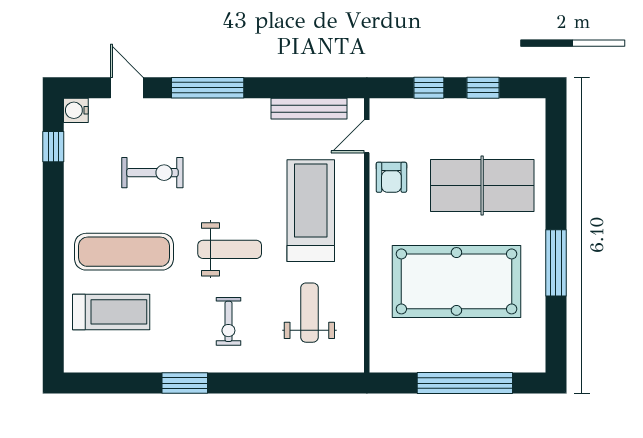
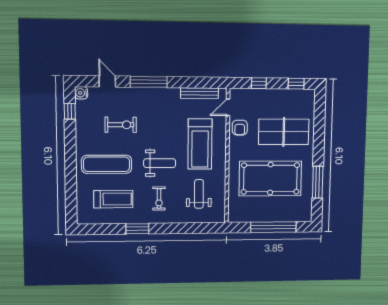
window: (483, 88) -> (296, 84), moved
treadmill: (311, 211) -> (200, 144), turned 180
window: (556, 263) -> (318, 182), moved
treadmill: (111, 312) -> (113, 199), moved

